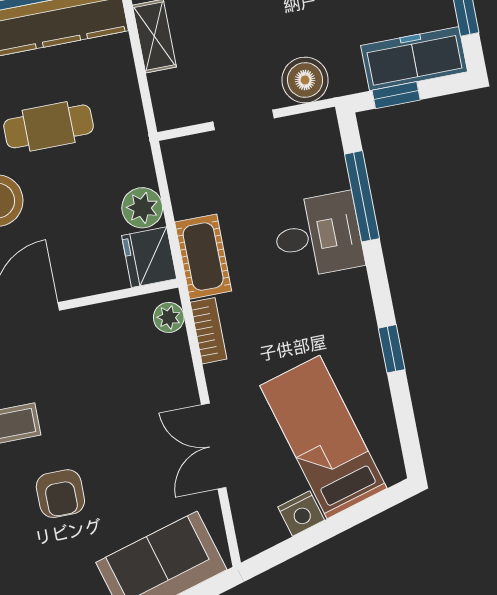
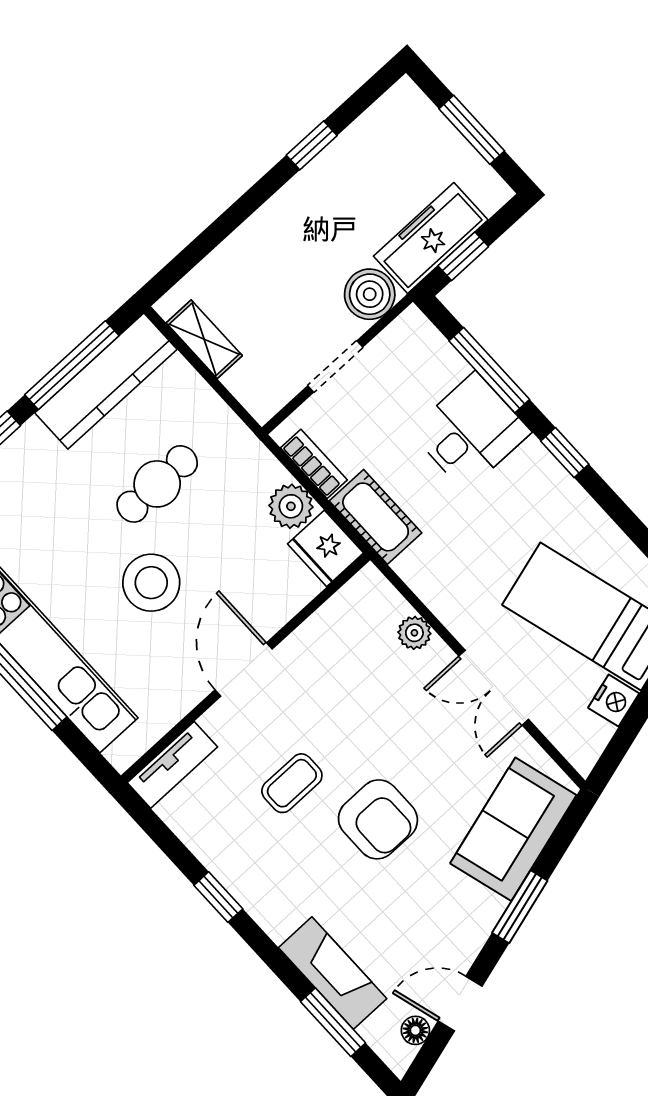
freezer: (414, 59) -> (431, 238), moved
plant: (169, 317) -> (414, 633), moved
bookcase: (209, 331) -> (314, 464), moved
window: (392, 349) -> (565, 453), moved
armchair: (60, 494) -> (378, 819), width x1.38, depth x1.38

